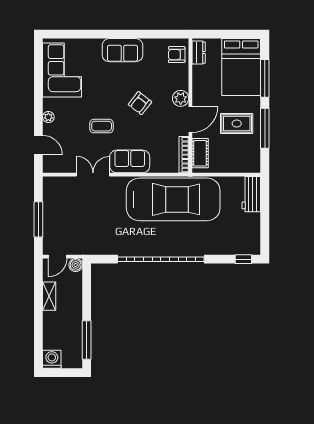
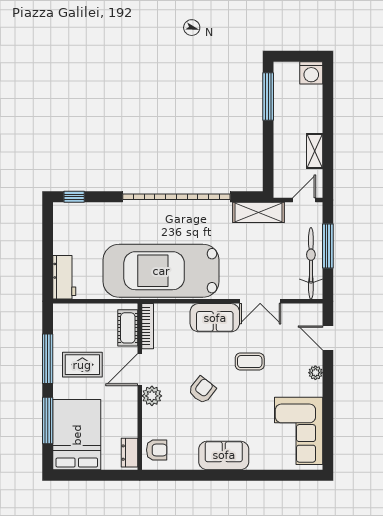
bicycle: (52, 205) -> (311, 263), added
shelving: (94, 247) -> (258, 212), added
boiler: (76, 265) -> (282, 190), removed

